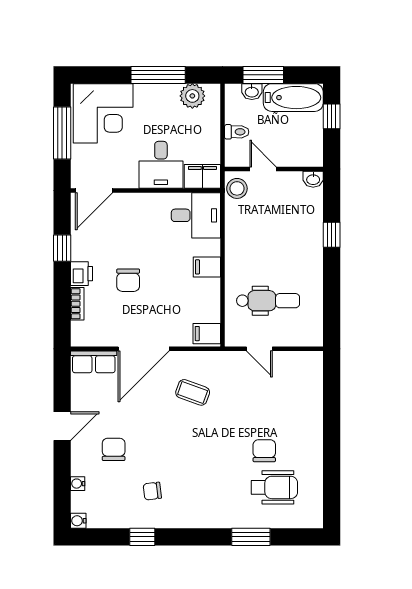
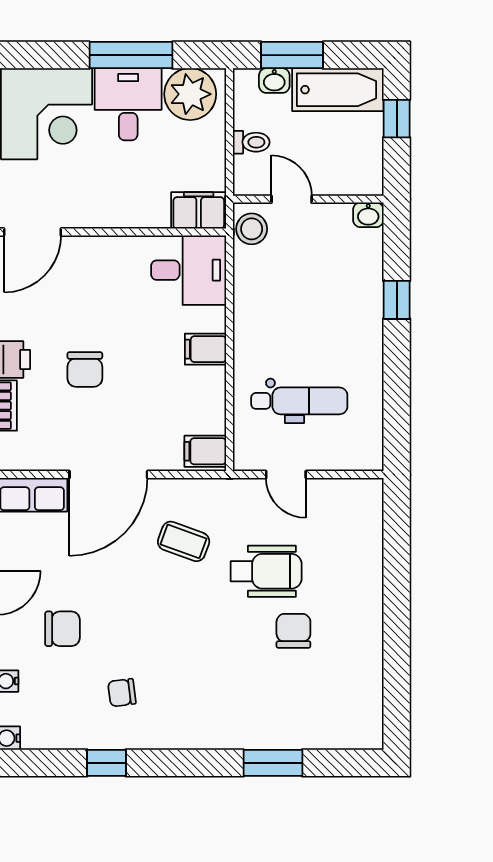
plant: (192, 96) -> (190, 94), width x1.36, depth x1.36
desk: (161, 165) -> (128, 104), moved, turned 180
chair: (114, 449) -> (63, 629), turned 90
wheelchair: (274, 487) -> (266, 571), moved

